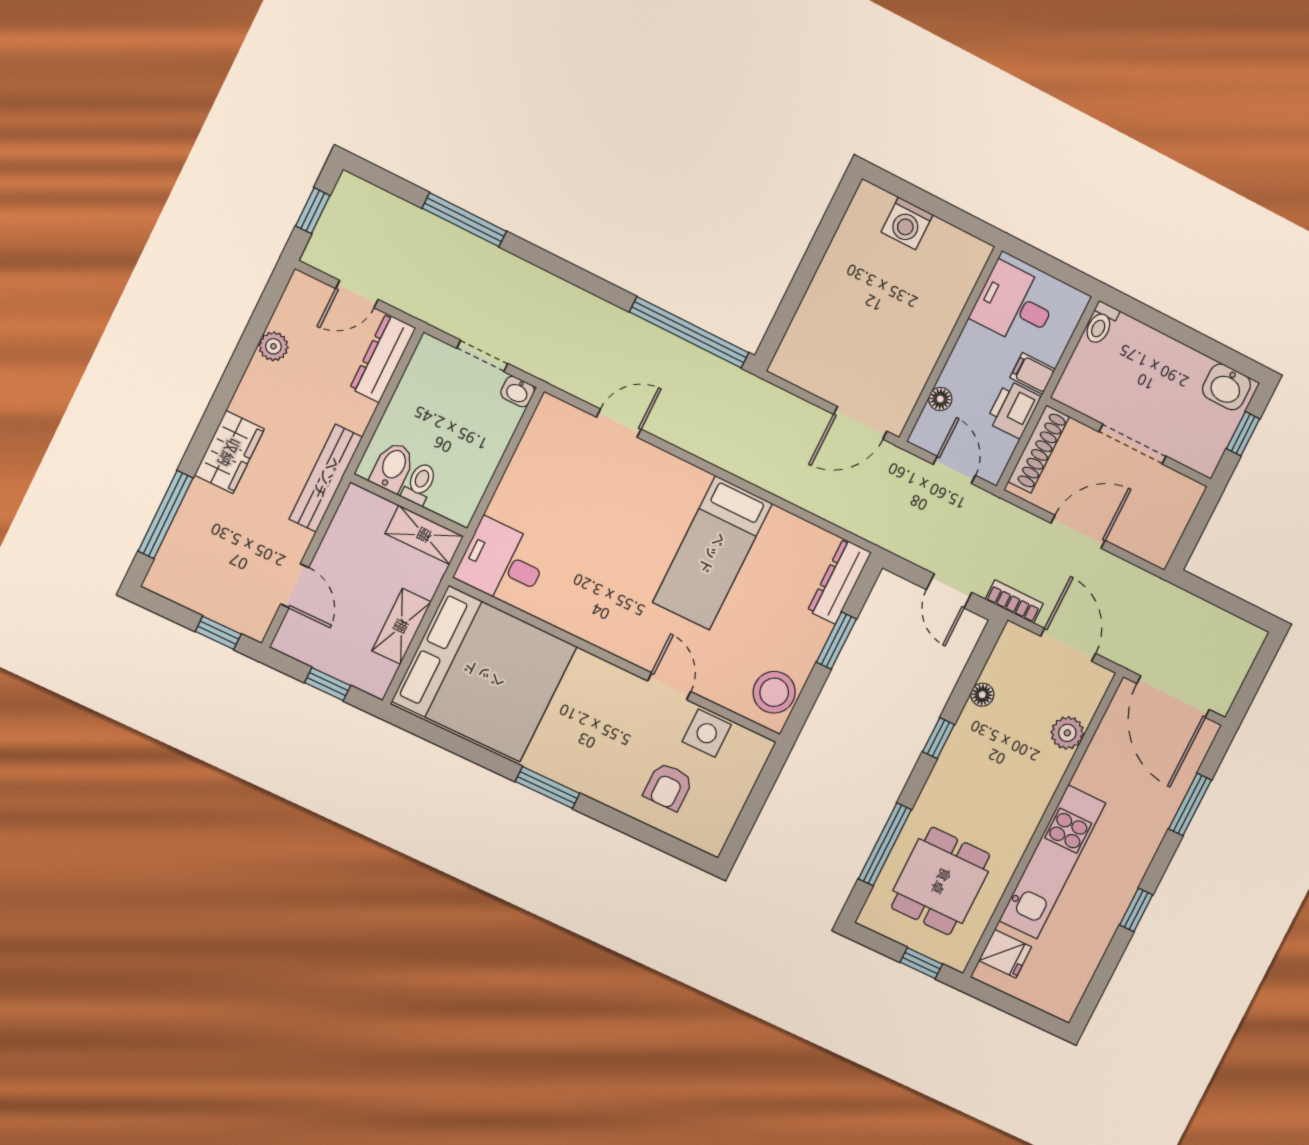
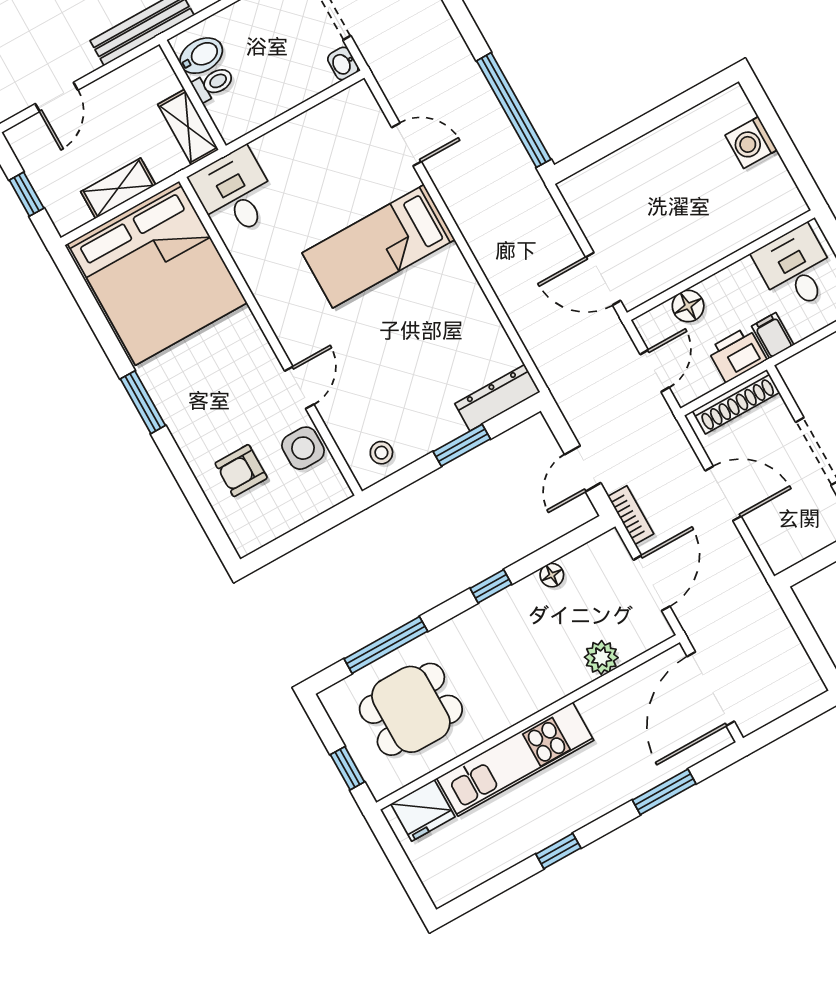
floor lamp: (940, 399) -> (688, 306), width x1.37, depth x1.37
bed: (712, 553) -> (378, 246), moved
stool: (774, 692) -> (381, 453), width x0.53, depth x0.53
fridge: (1005, 954) -> (423, 810), width x1.38

